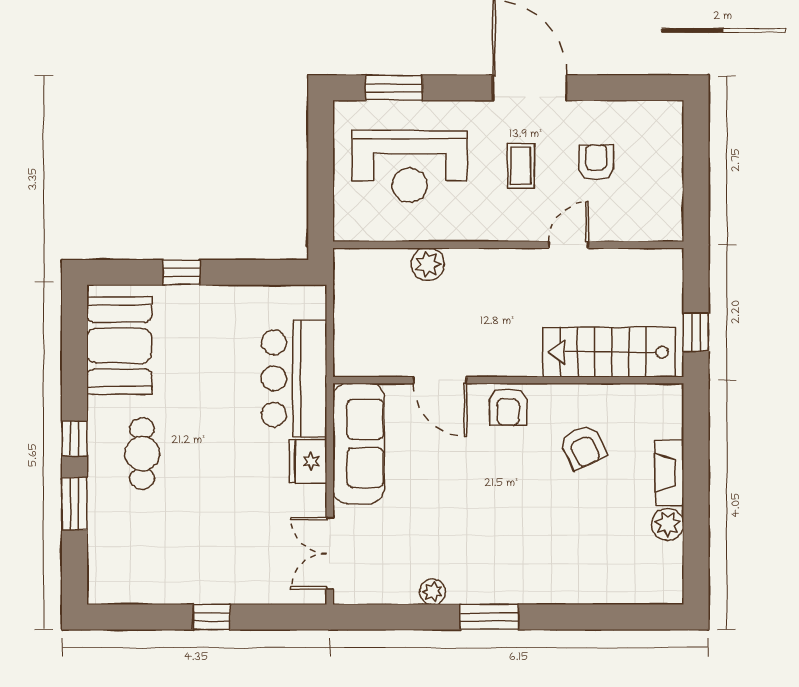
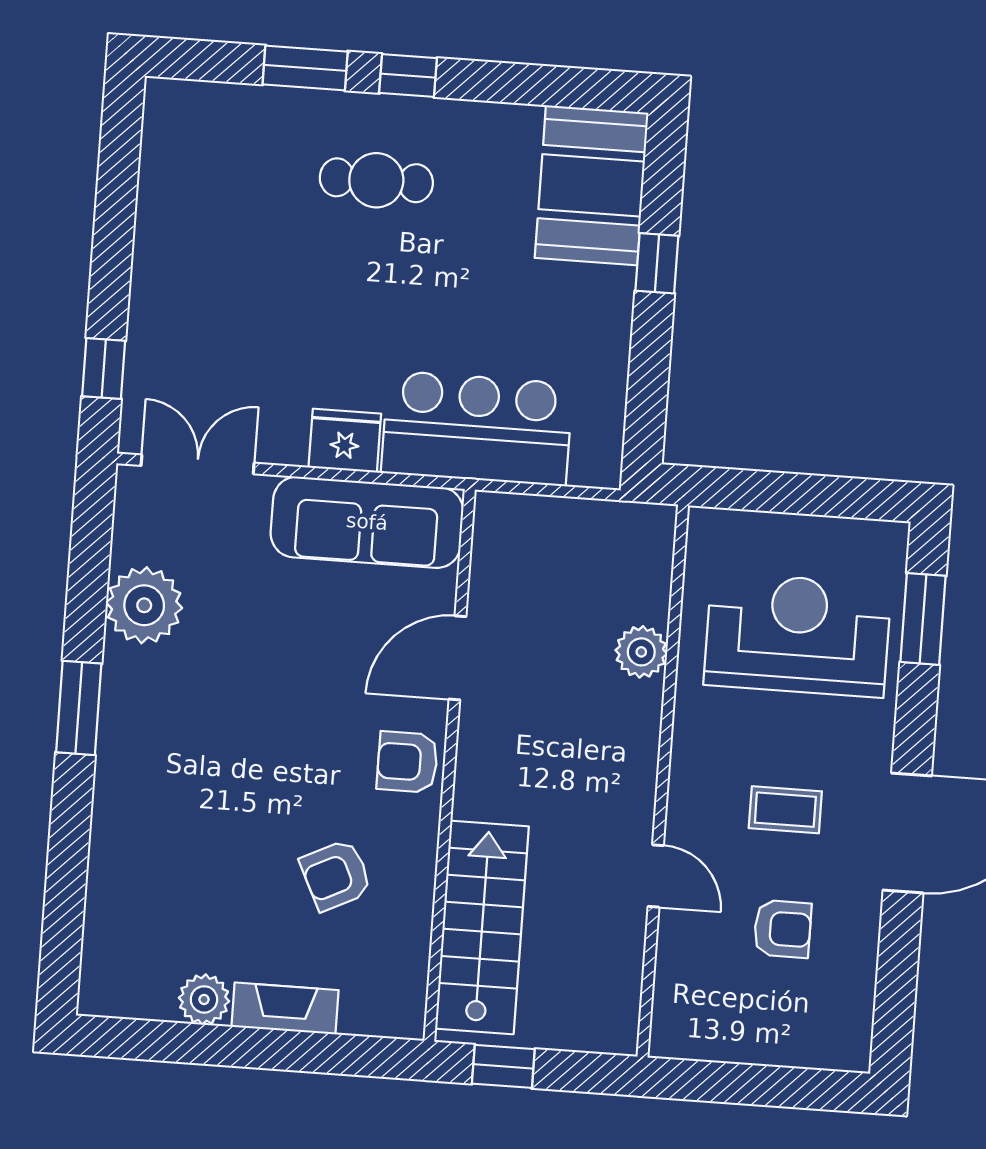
reception desk: (410, 166) -> (798, 635), turned 90
booth: (119, 346) -> (592, 185), moved, turned 90
plant: (433, 592) -> (144, 605), width x1.87, depth x1.87
window: (212, 617) -> (104, 368), moved

